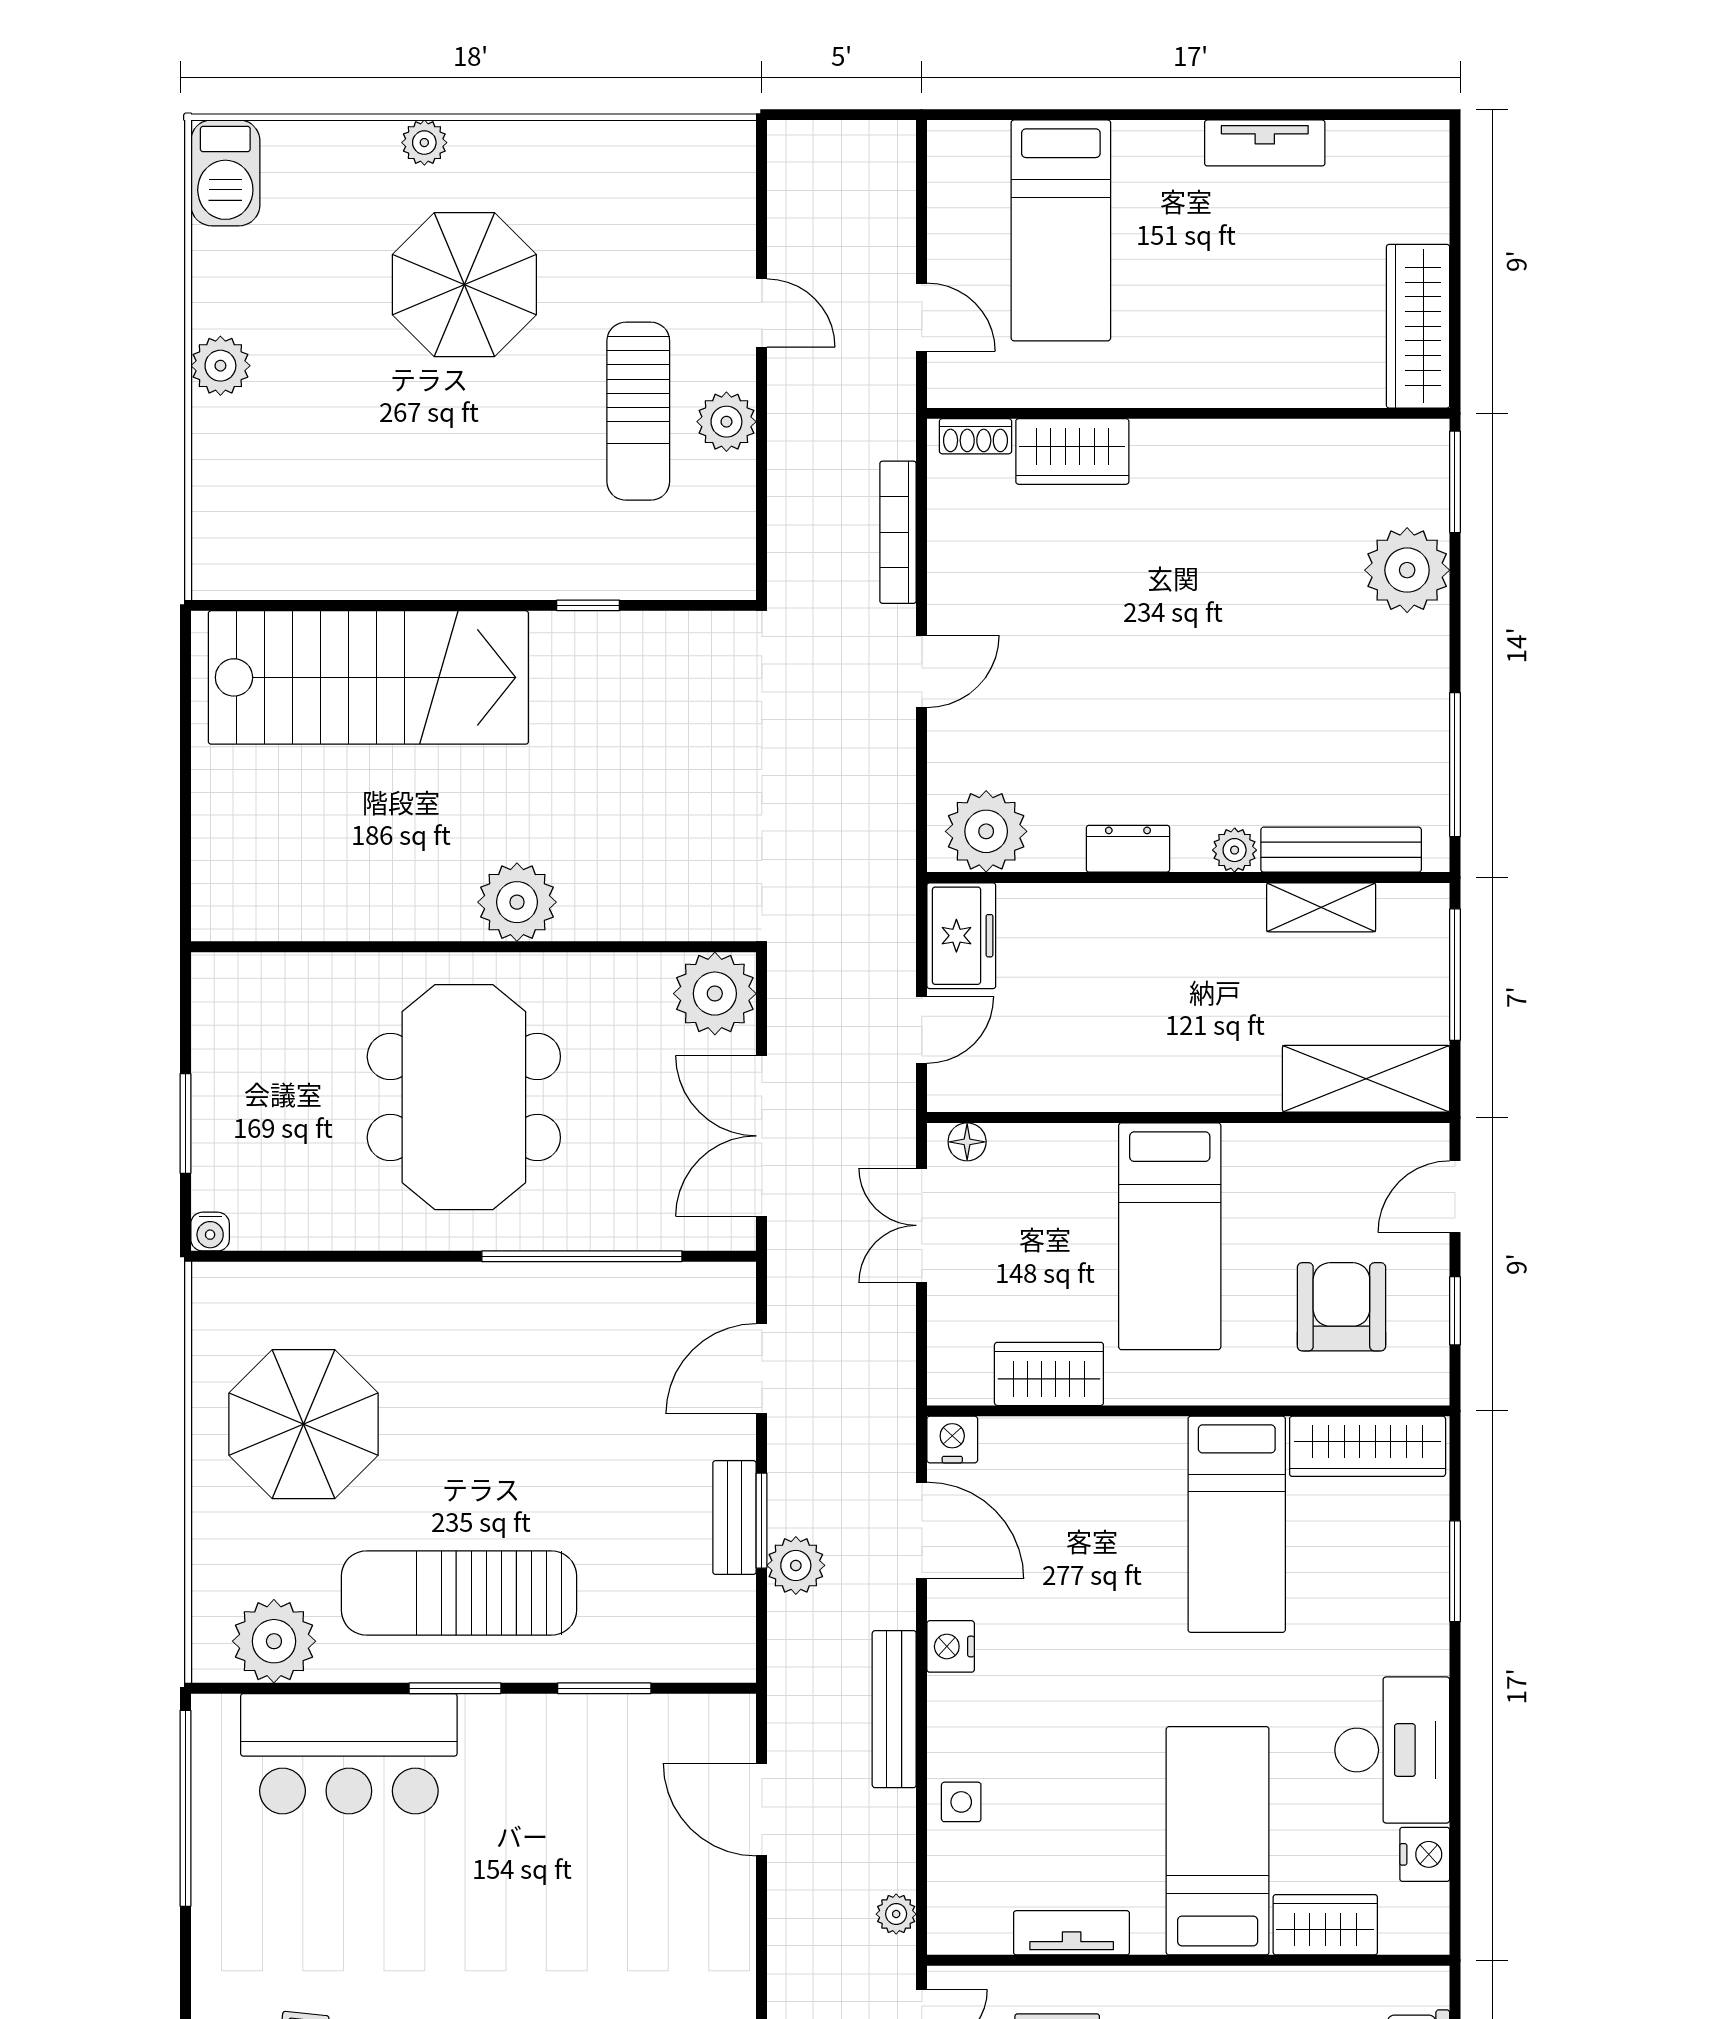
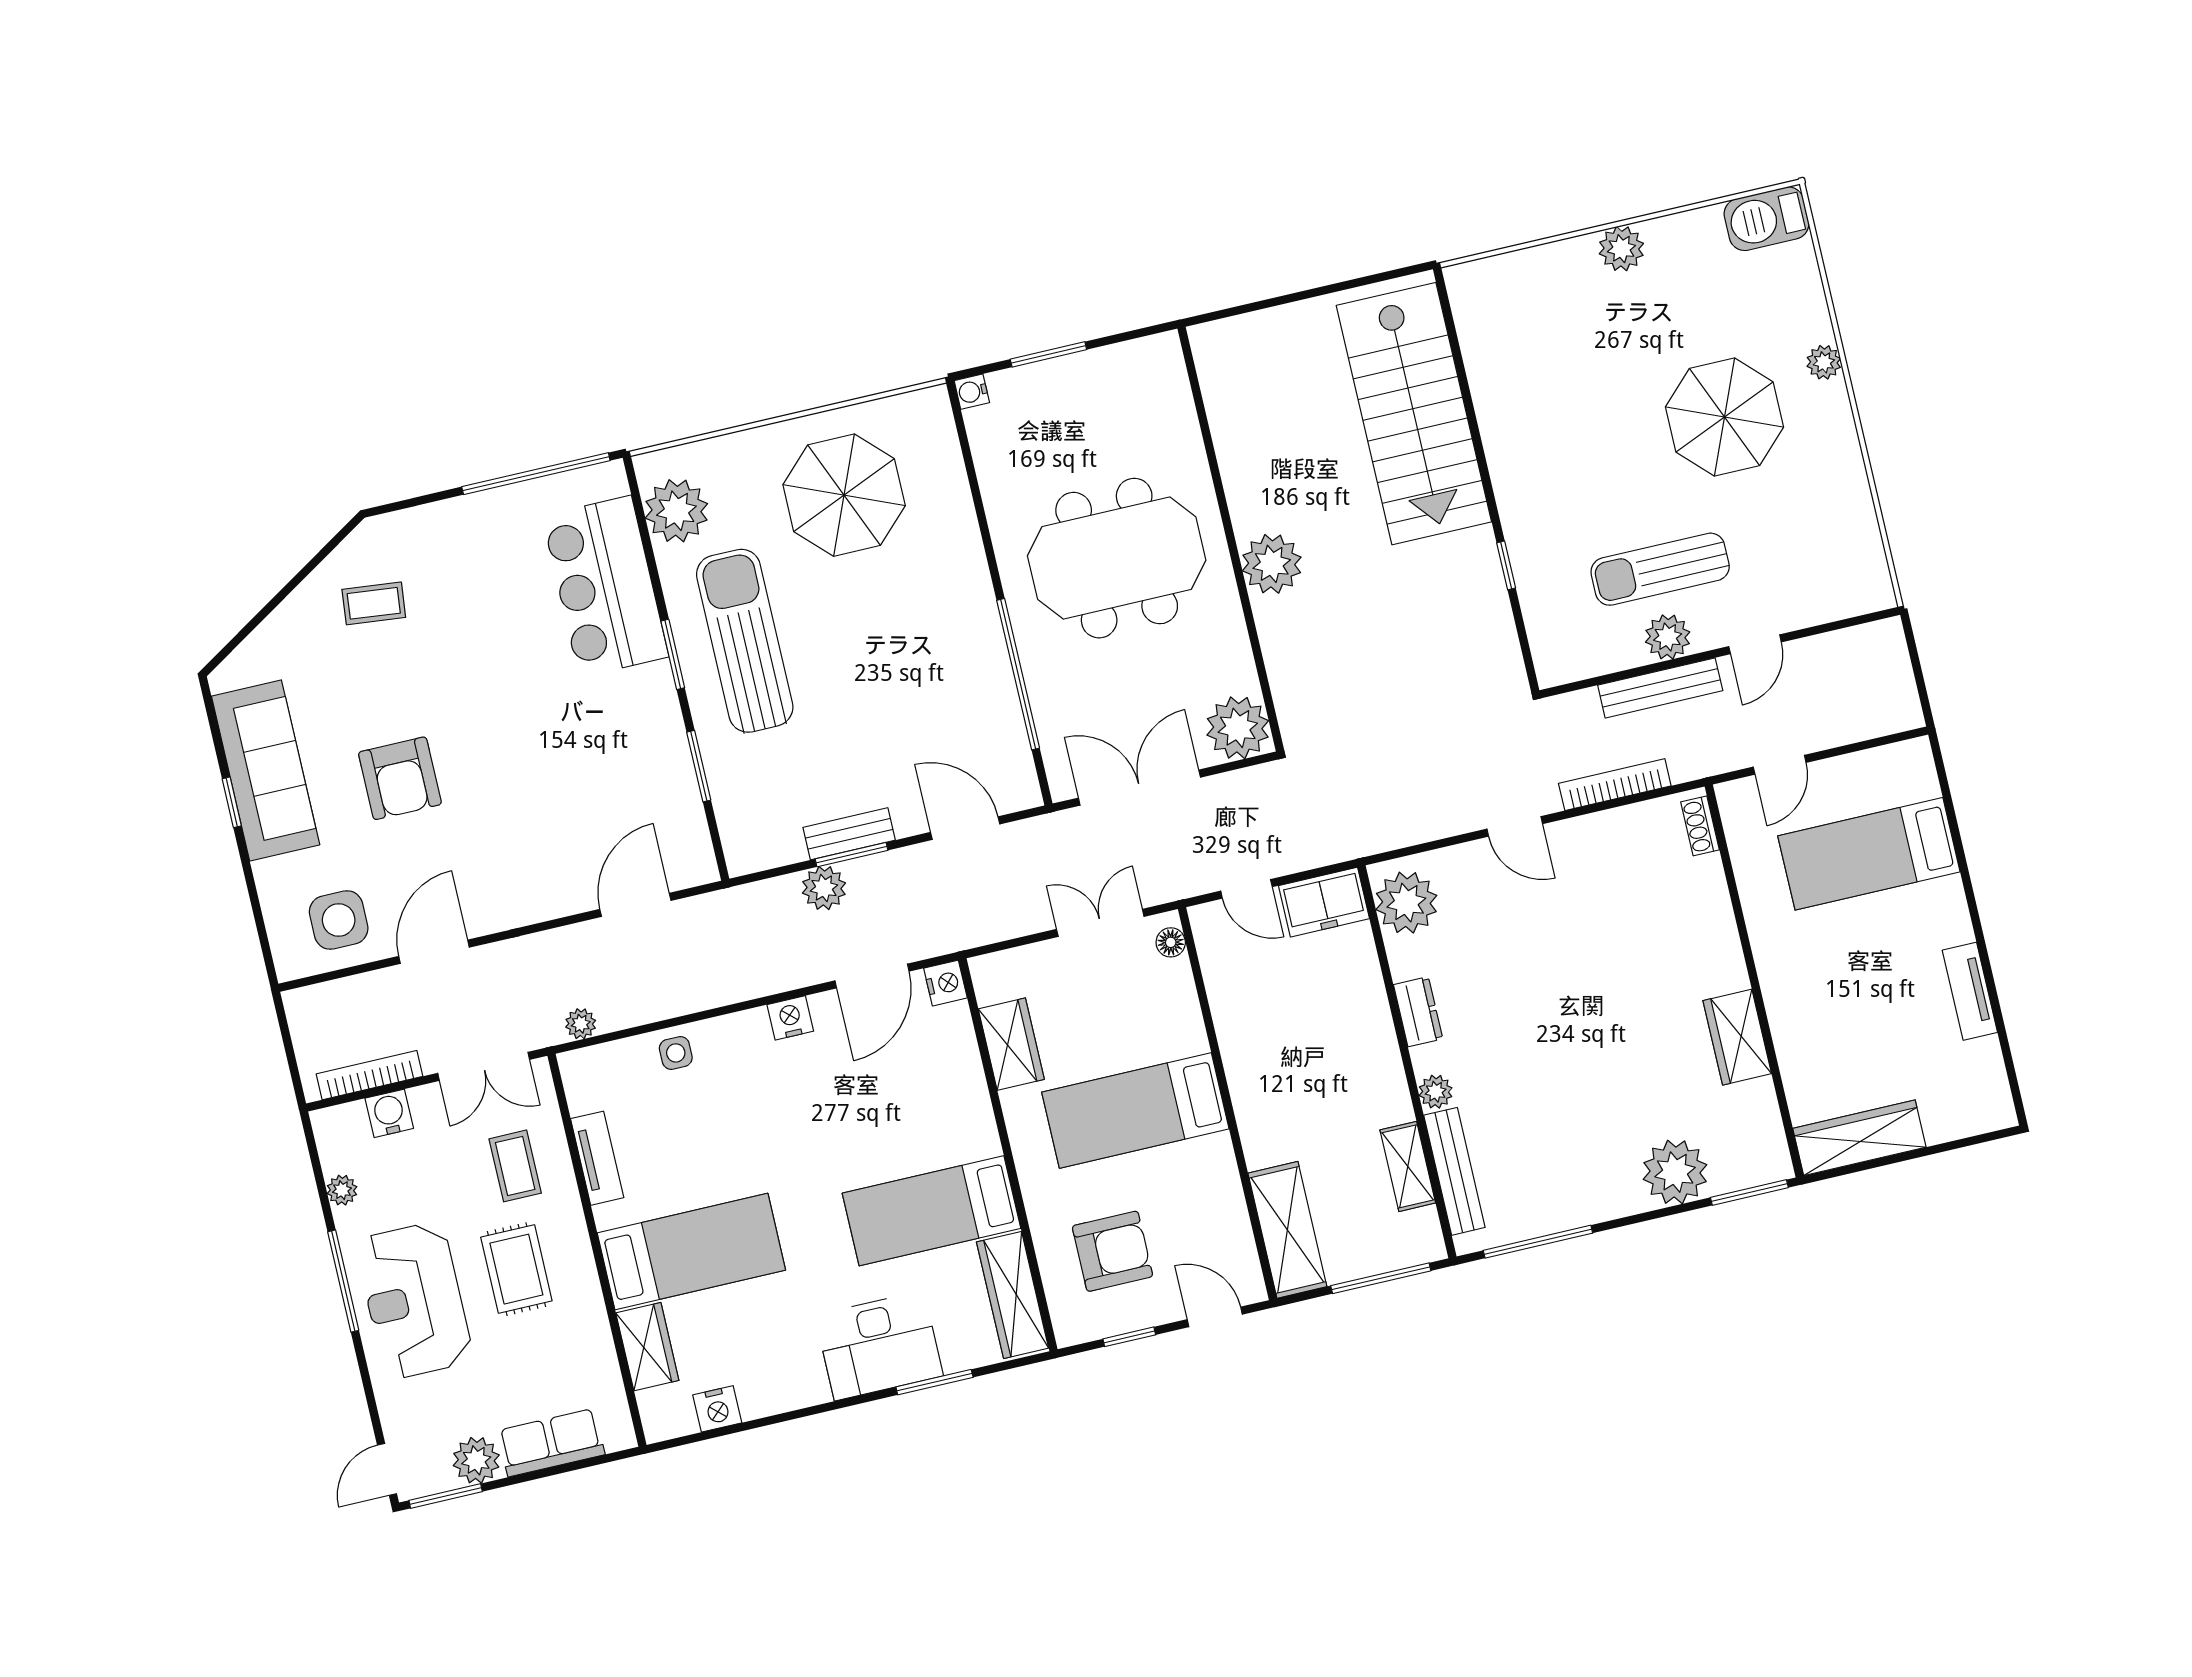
wardrobe: (1072, 451) -> (1737, 1037), moved
bench: (894, 1709) -> (1660, 688), moved
desk: (1392, 1750) -> (879, 1346), moved

